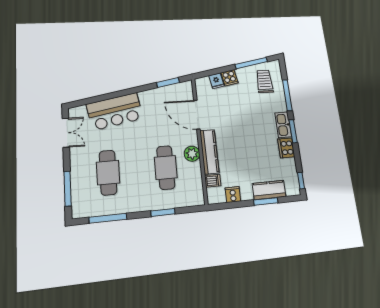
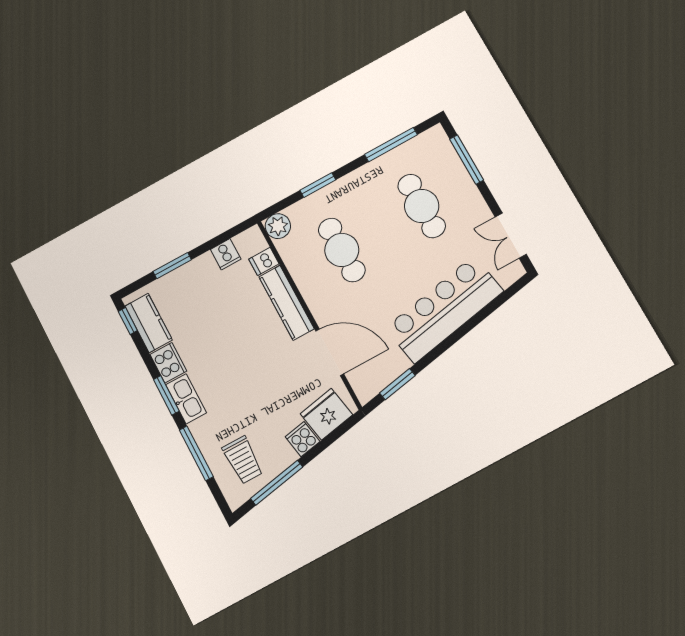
fridge: (216, 81) -> (326, 414), width x1.88, depth x1.34
bar counter: (115, 111) -> (444, 310), width x1.36
plant: (192, 154) -> (278, 226), moved
kitchen counter: (269, 190) -> (149, 323), moved, turned -90

